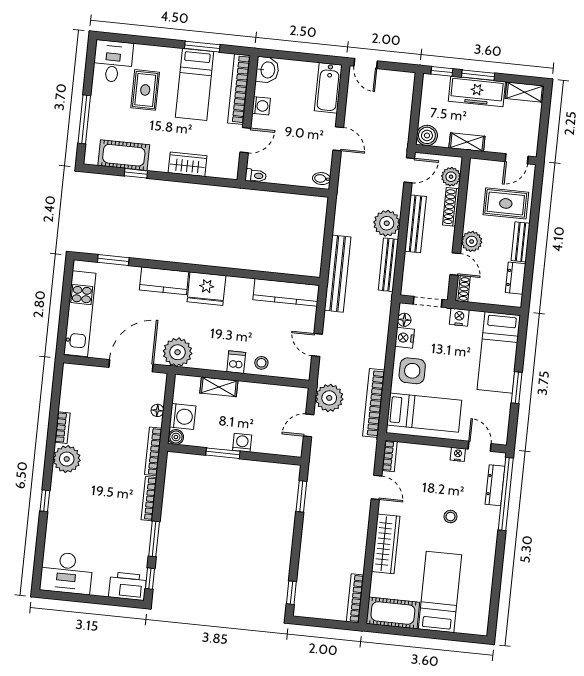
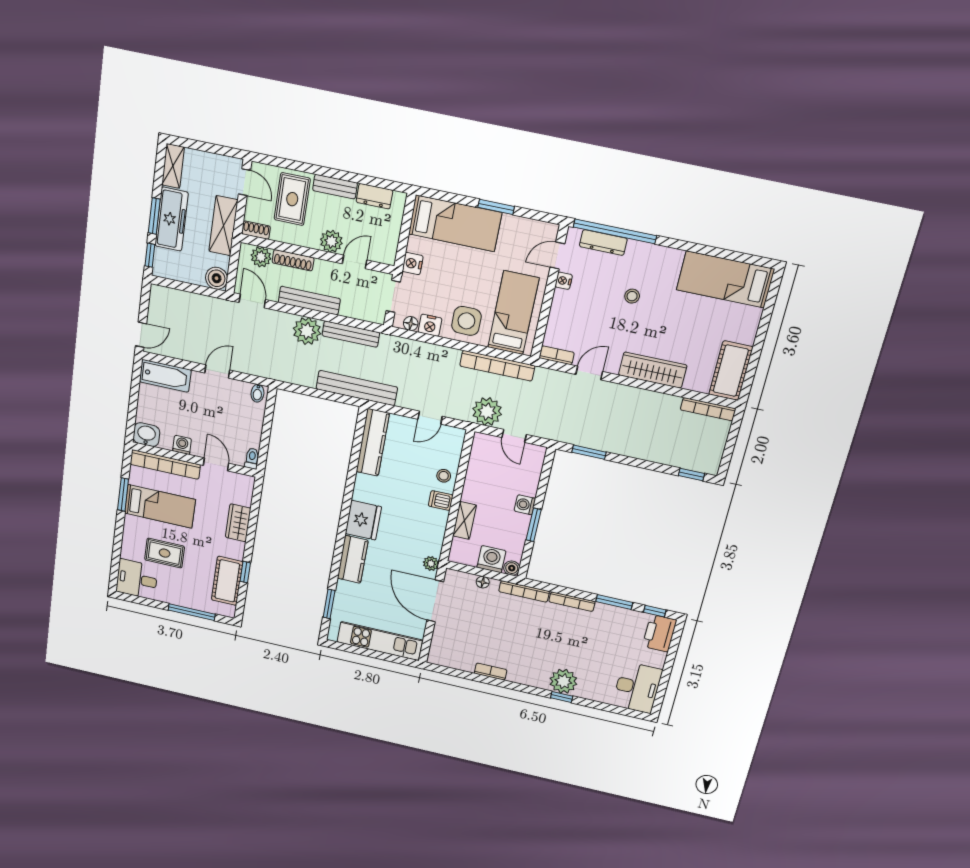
shelving: (467, 142) -> (223, 226), width x1.50, depth x1.33
shoe rack: (463, 289) -> (256, 230), moved
plant: (178, 352) -> (431, 564), width x0.53, depth x0.53
plant: (67, 459) -> (563, 681), moved
bed: (440, 592) -> (725, 279), moved

